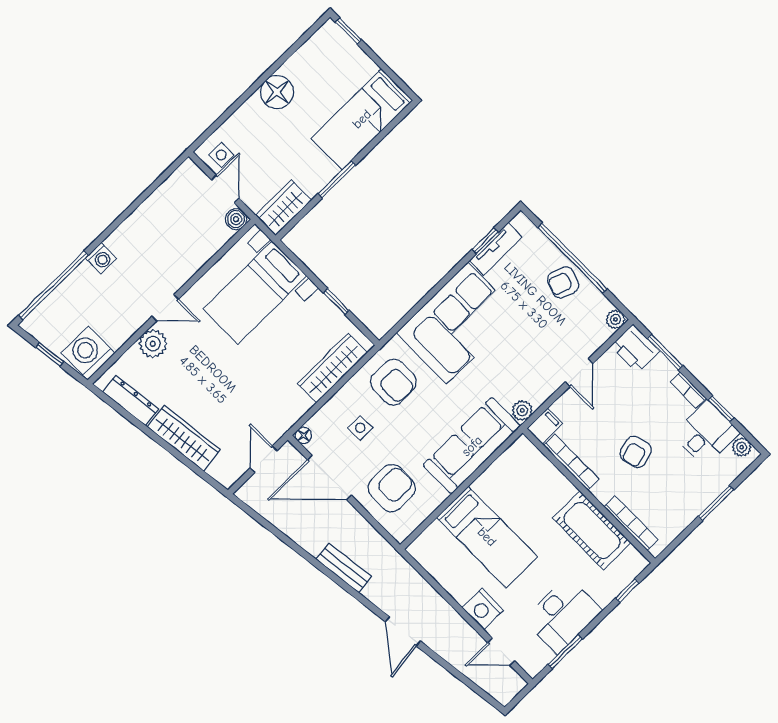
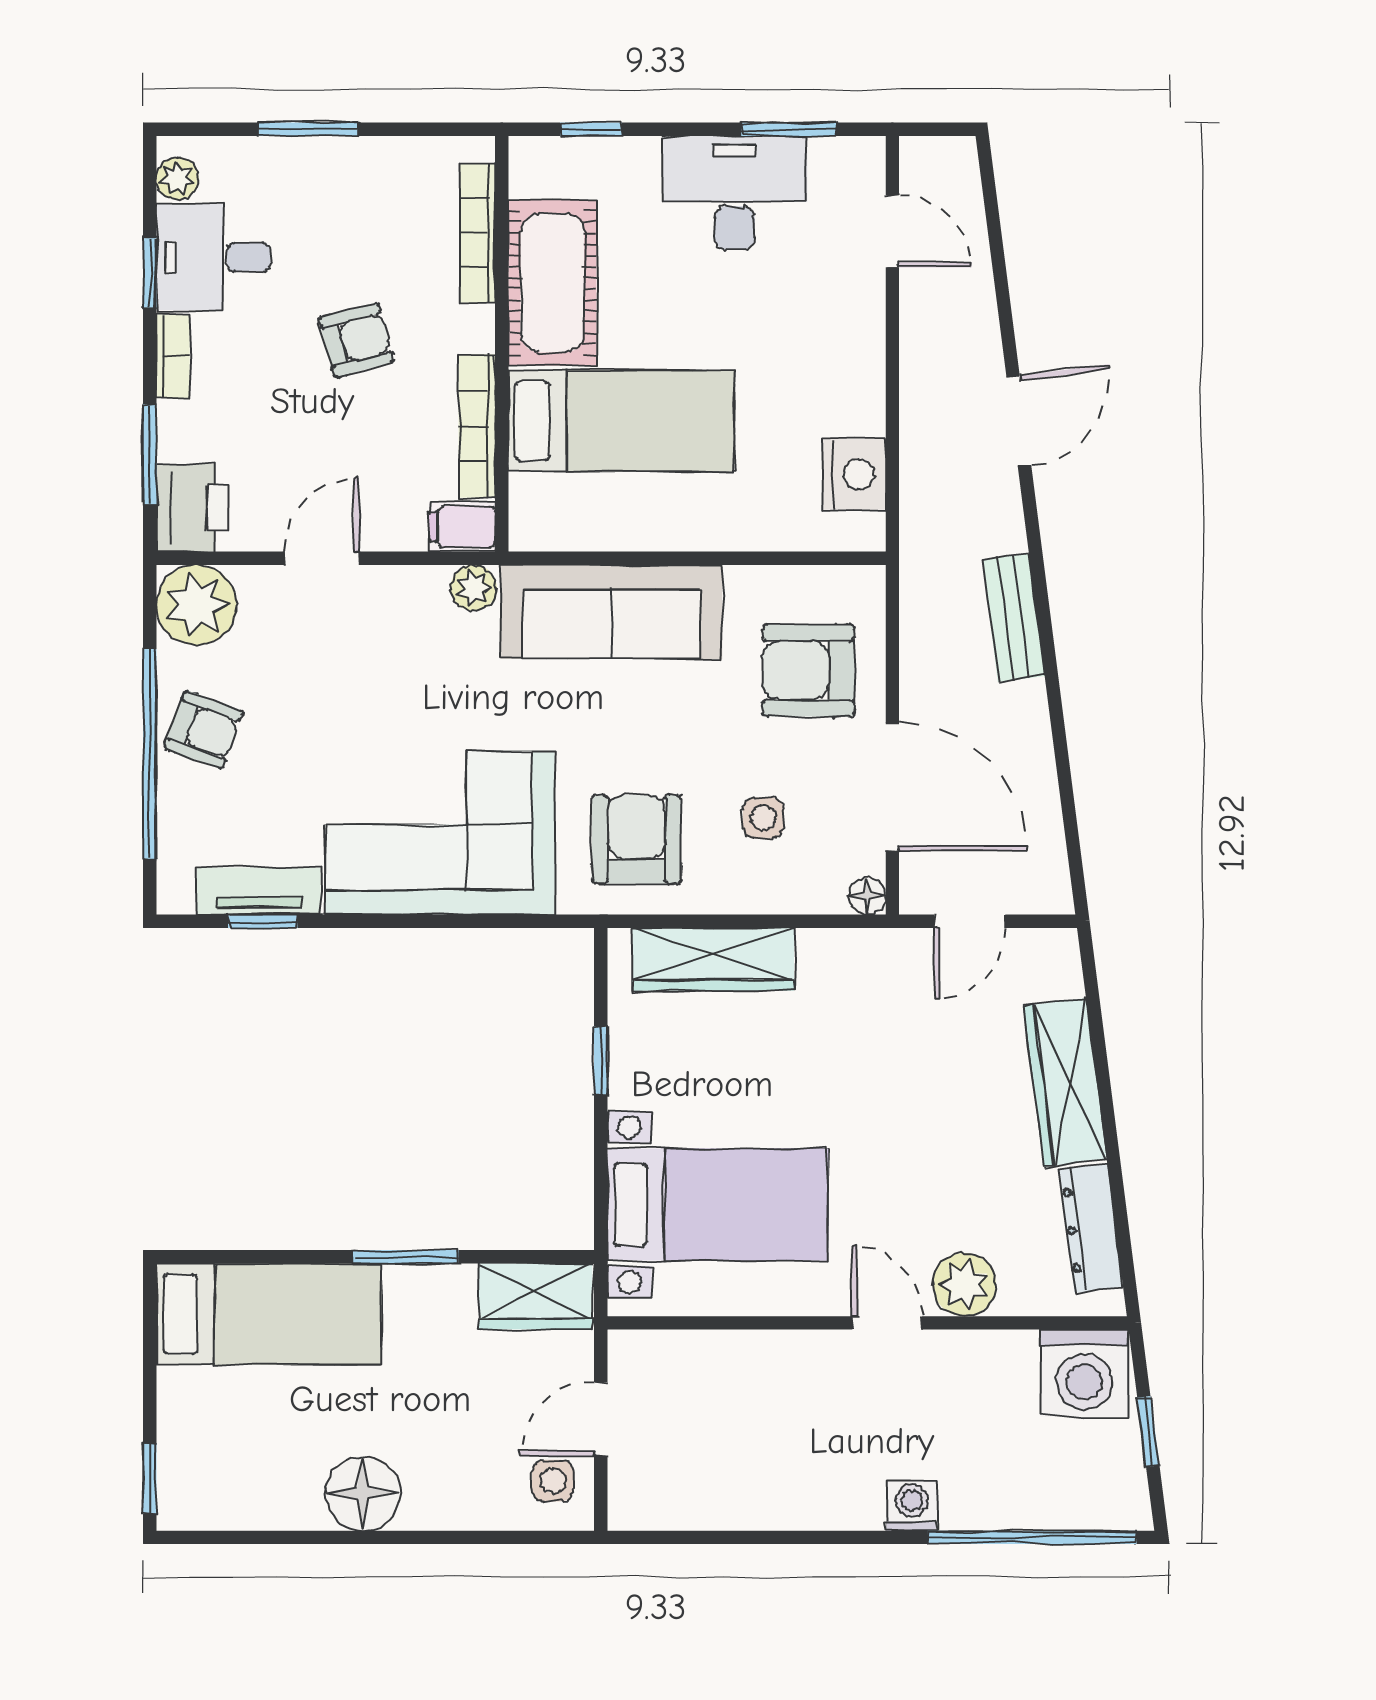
boiler: (236, 219) -> (631, 1353), removed
plant: (616, 319) -> (196, 605), width x1.88, depth x1.88
bed: (487, 537) -> (621, 421), moved, turned 90
nightstand: (483, 609) -> (854, 474), moved

